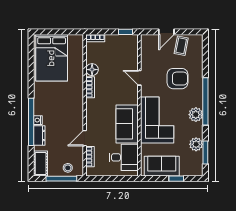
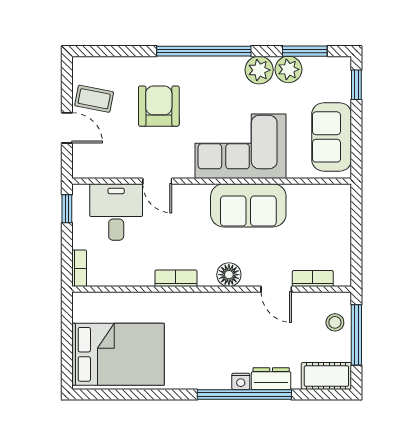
floor lamp: (92, 70) -> (229, 275), moved
door: (139, 78) -> (157, 181), hinge flipped
plant: (196, 115) -> (259, 70), moved
desk: (124, 157) -> (116, 212), moved
window: (176, 179) -> (356, 85), moved

